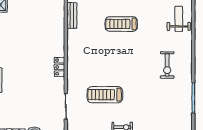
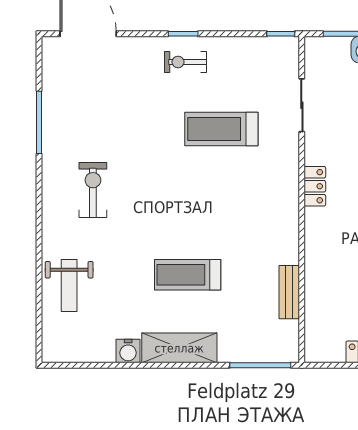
treadmill: (121, 24) -> (188, 275), turned 180
treadmill: (105, 95) -> (221, 129), turned 180

